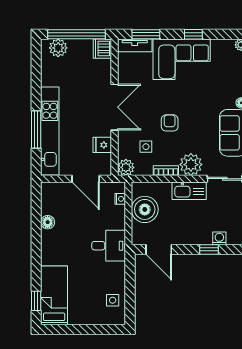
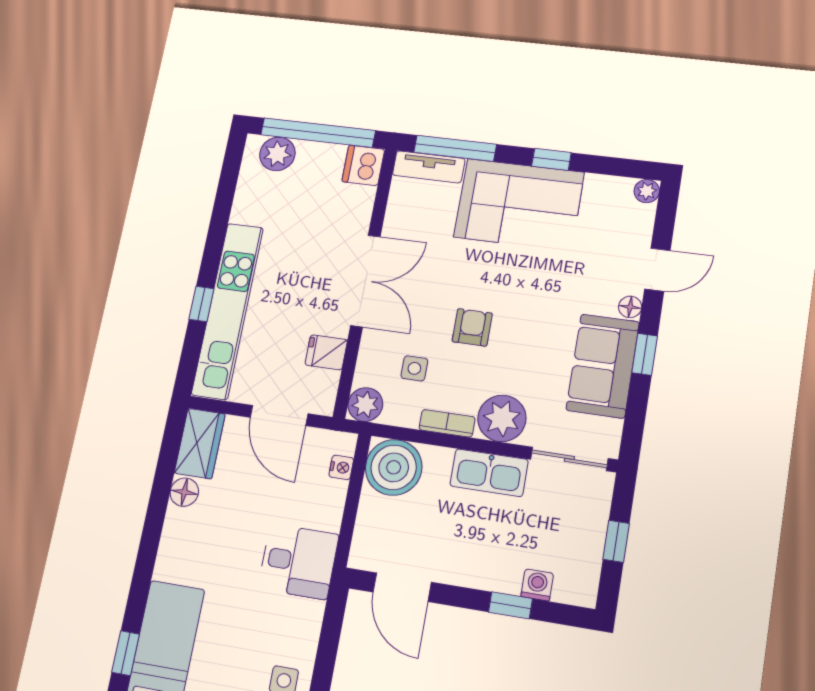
window: (146, 34) -> (455, 148), width x1.44
window: (36, 130) -> (201, 304), width x0.46
wardrobe: (50, 198) -> (200, 443), added
boiler: (145, 209) -> (394, 467), moved

